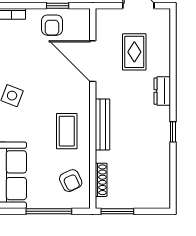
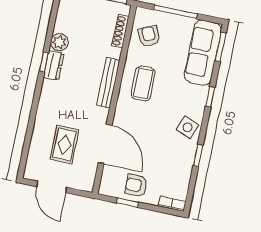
armchair: (52, 25) -> (136, 185), turned -90
dresser: (162, 91) -> (54, 65), moved
plant: (161, 155) -> (59, 42), added

